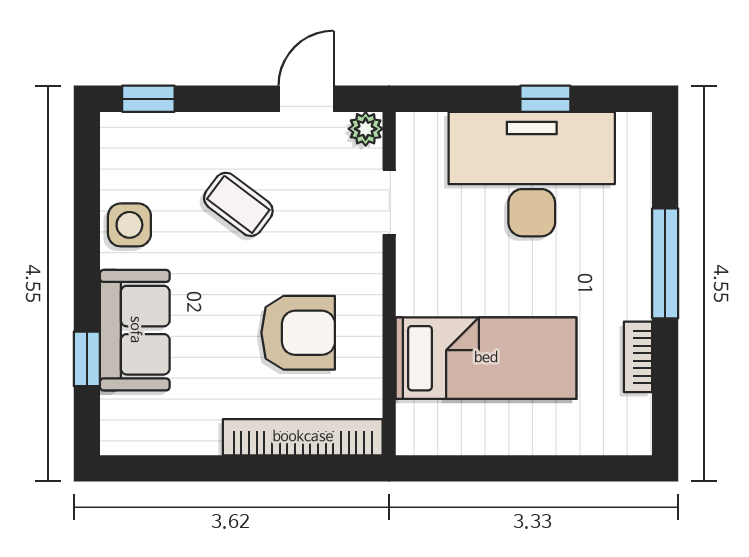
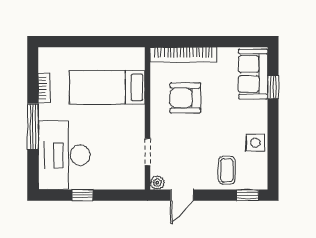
desk: (532, 174) -> (64, 155), moved, turned 90
coffee table: (238, 204) -> (227, 170), moved, turned 53
sofa: (135, 330) -> (253, 74), moved

